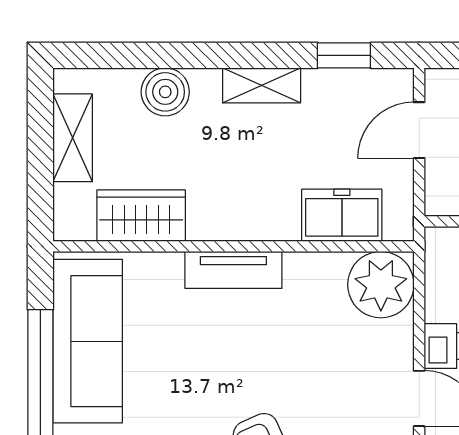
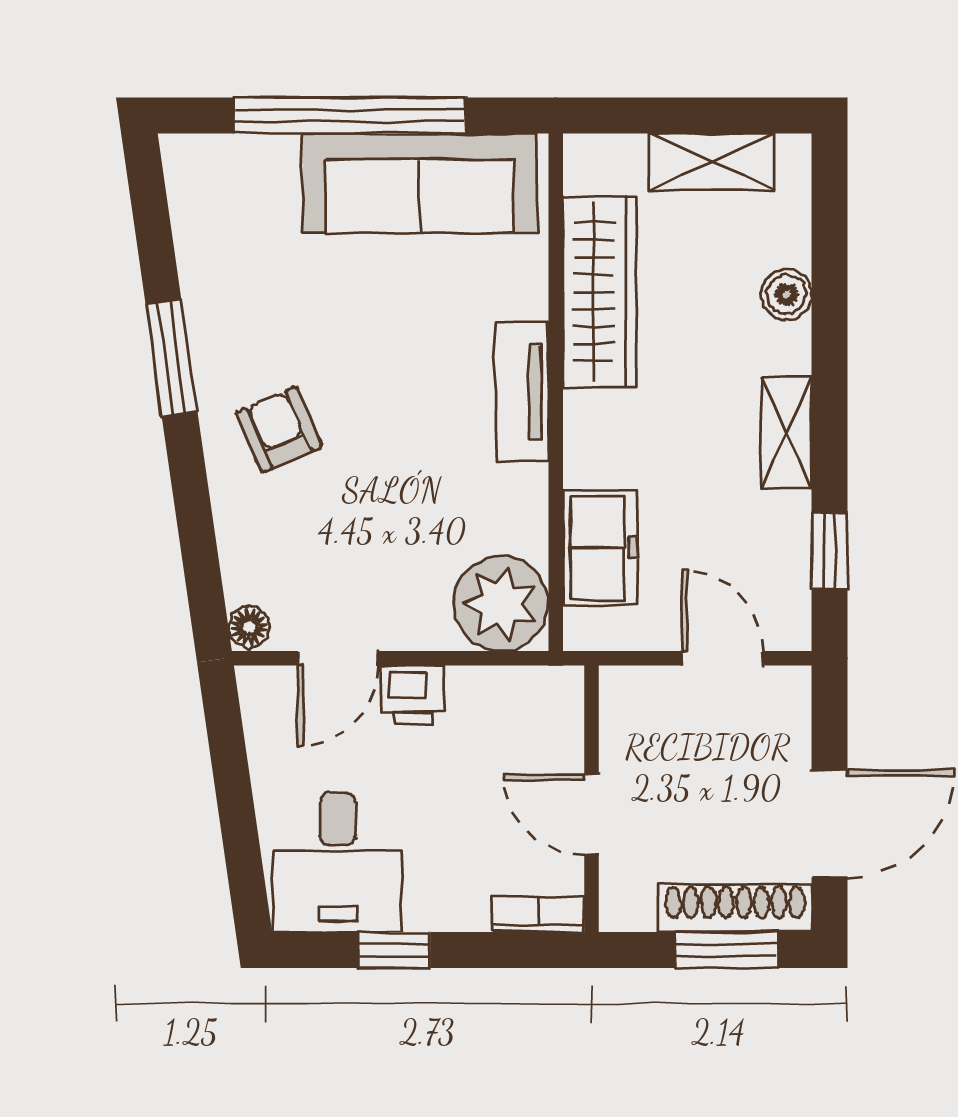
boiler: (165, 92) -> (786, 294), width x0.73, depth x0.73
wardrobe: (141, 216) -> (600, 292), width x1.50

